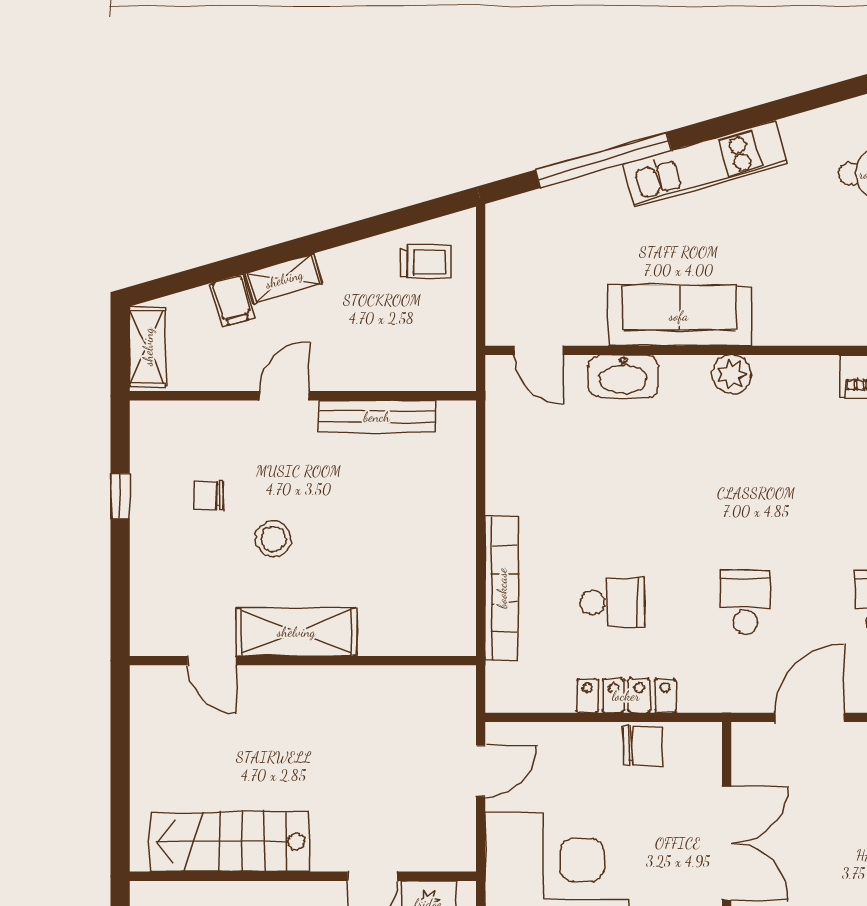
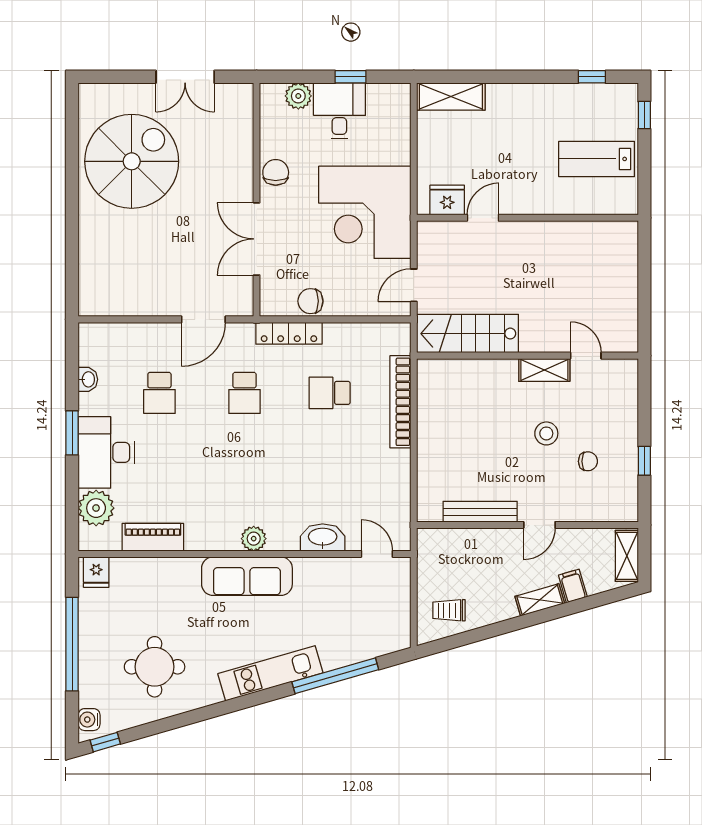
sofa: (679, 316) -> (247, 576), moved
shelving: (296, 632) -> (544, 370), width x0.67, depth x0.75
locker: (626, 696) -> (289, 333), moved
stairs: (229, 842) -> (468, 334), moved, turned 180

